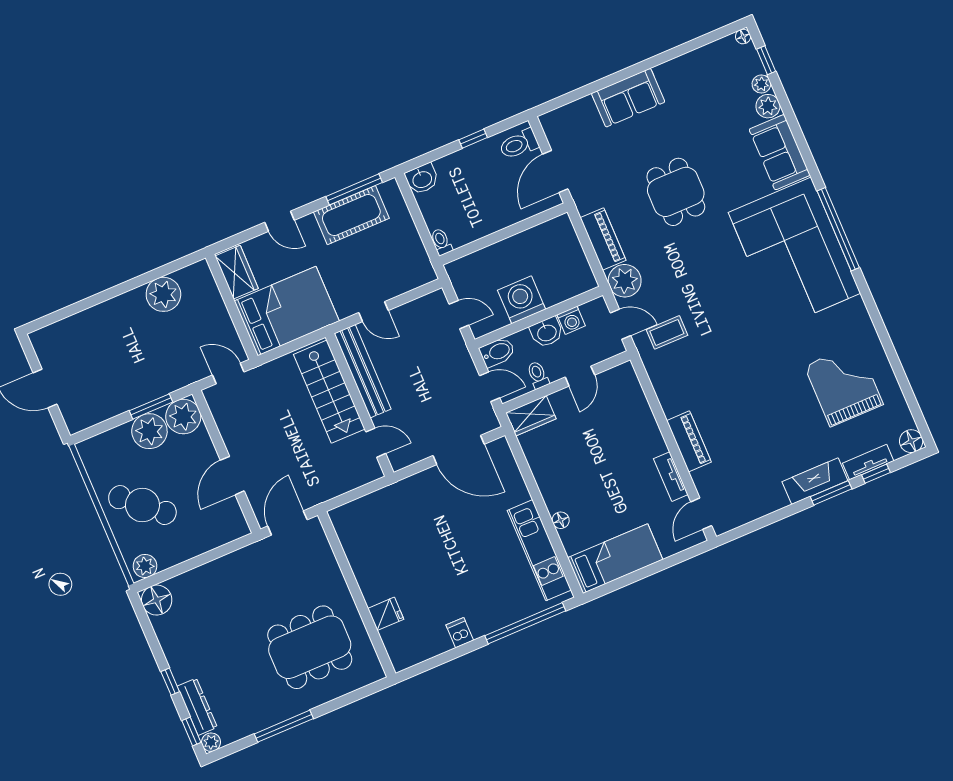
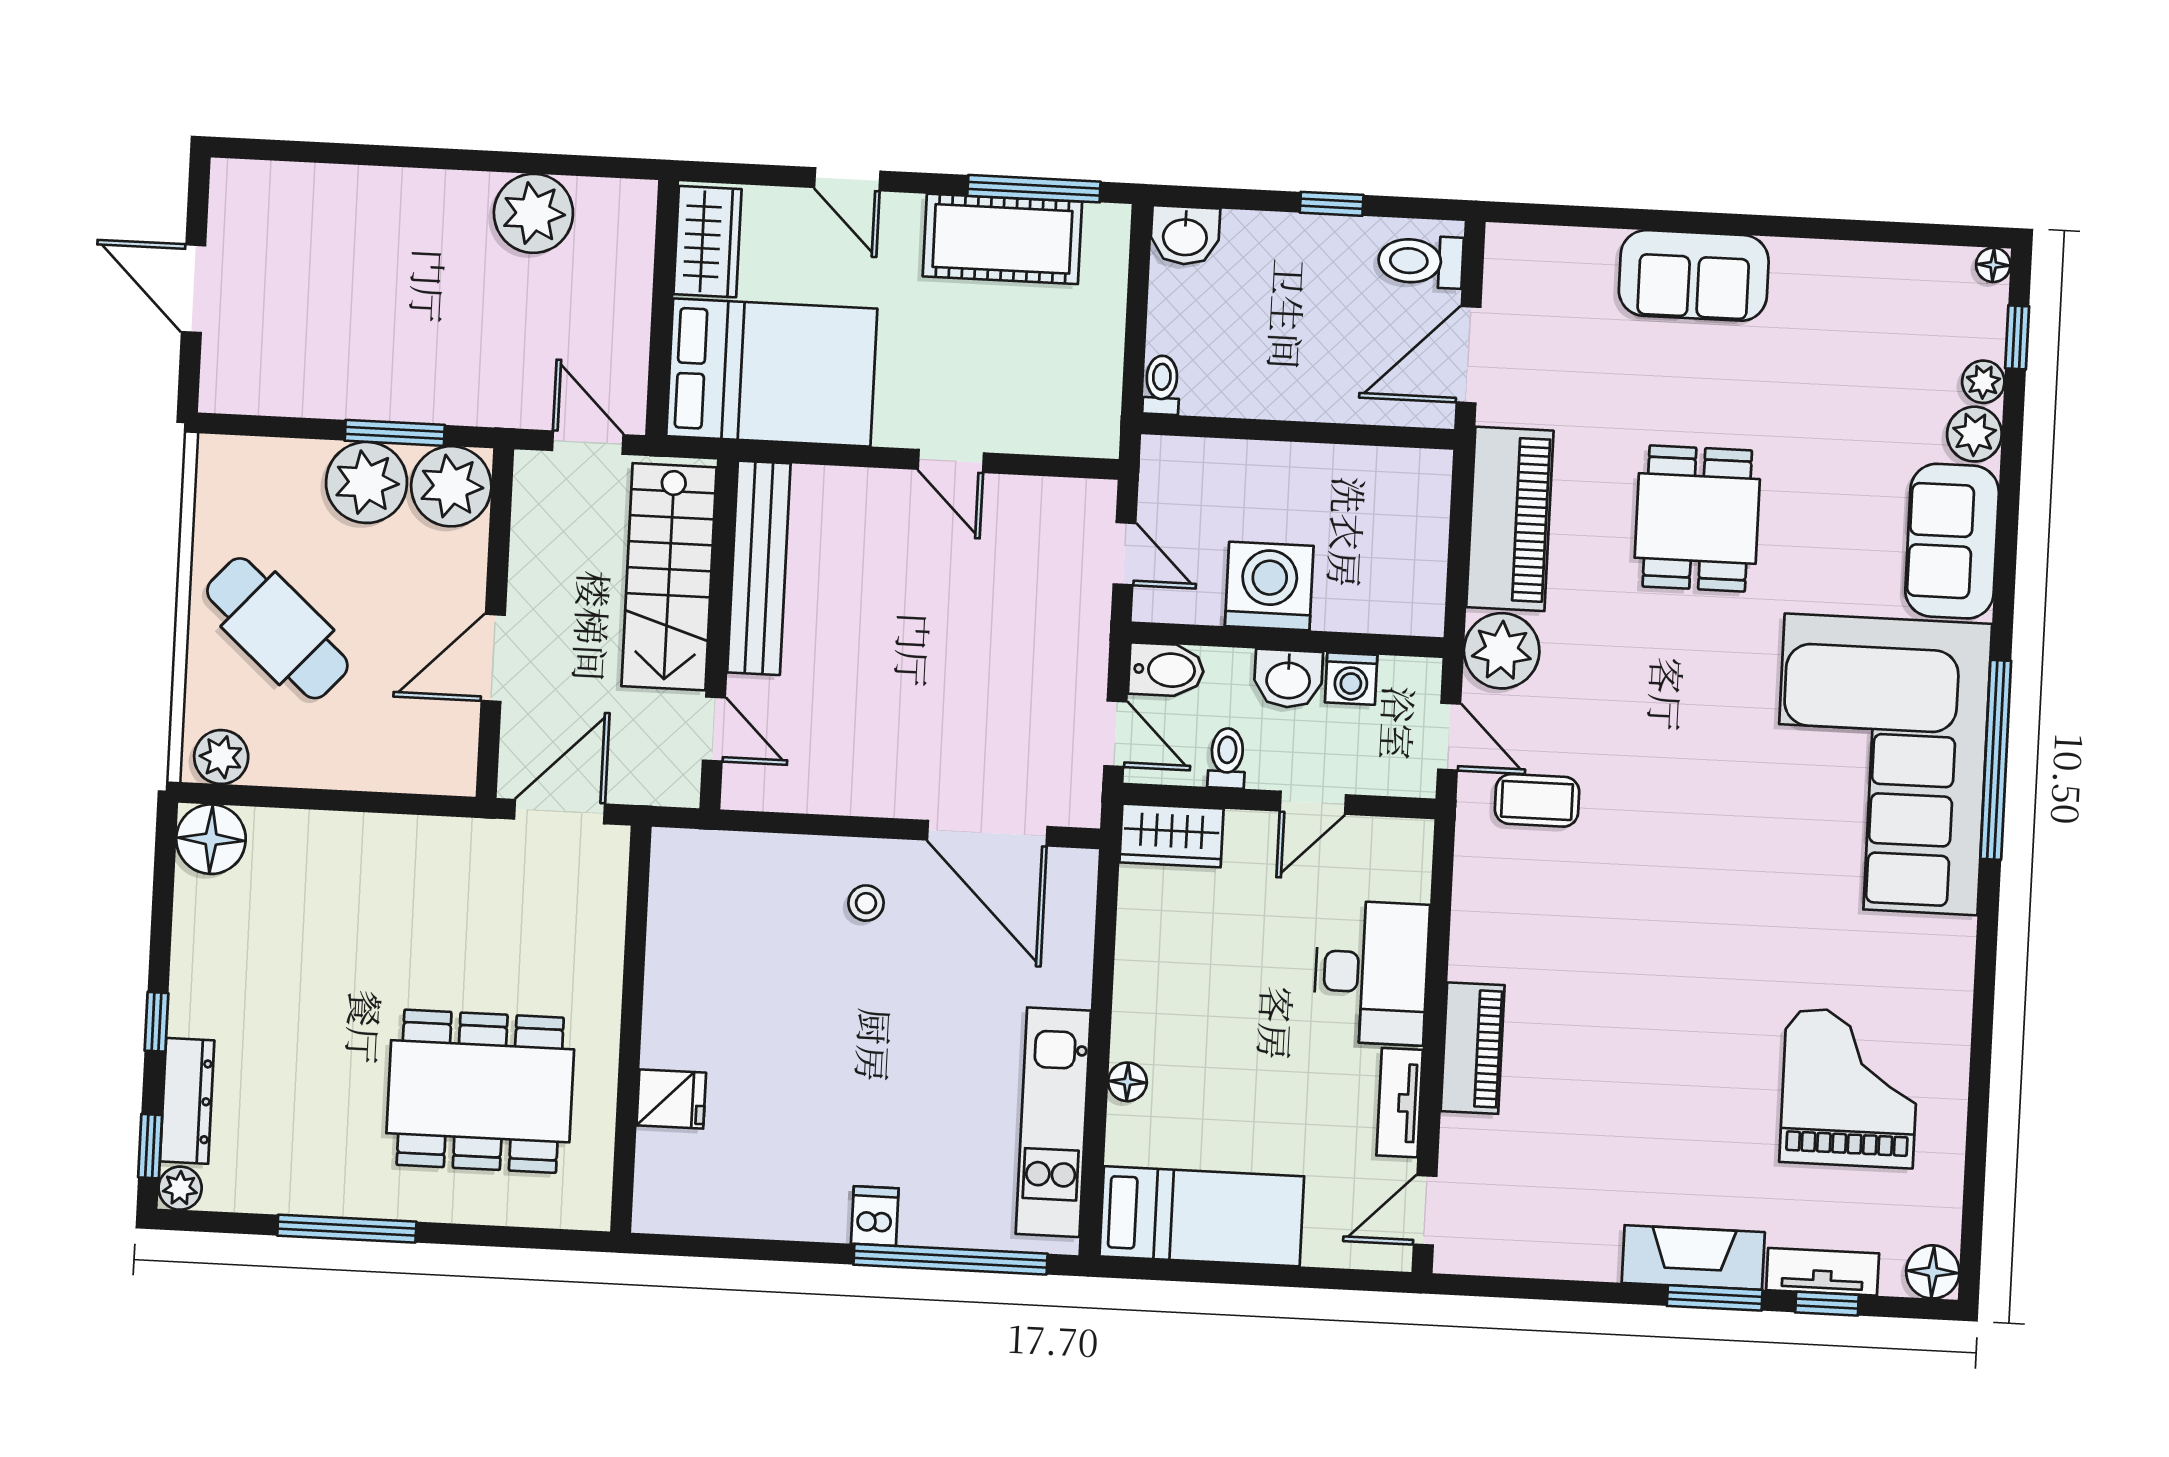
piano: (603, 239) -> (1510, 519), width x1.37, depth x1.33
bench: (363, 371) -> (759, 568), moved
stairs: (329, 392) -> (669, 577), moved
wall: (360, 405) -> (719, 634), moved
desk: (635, 431) -> (1371, 973), added
door: (376, 443) -> (714, 729), moved
stool: (425, 500) -> (866, 903), added
dishwasher: (460, 633) -> (875, 1216), moved

